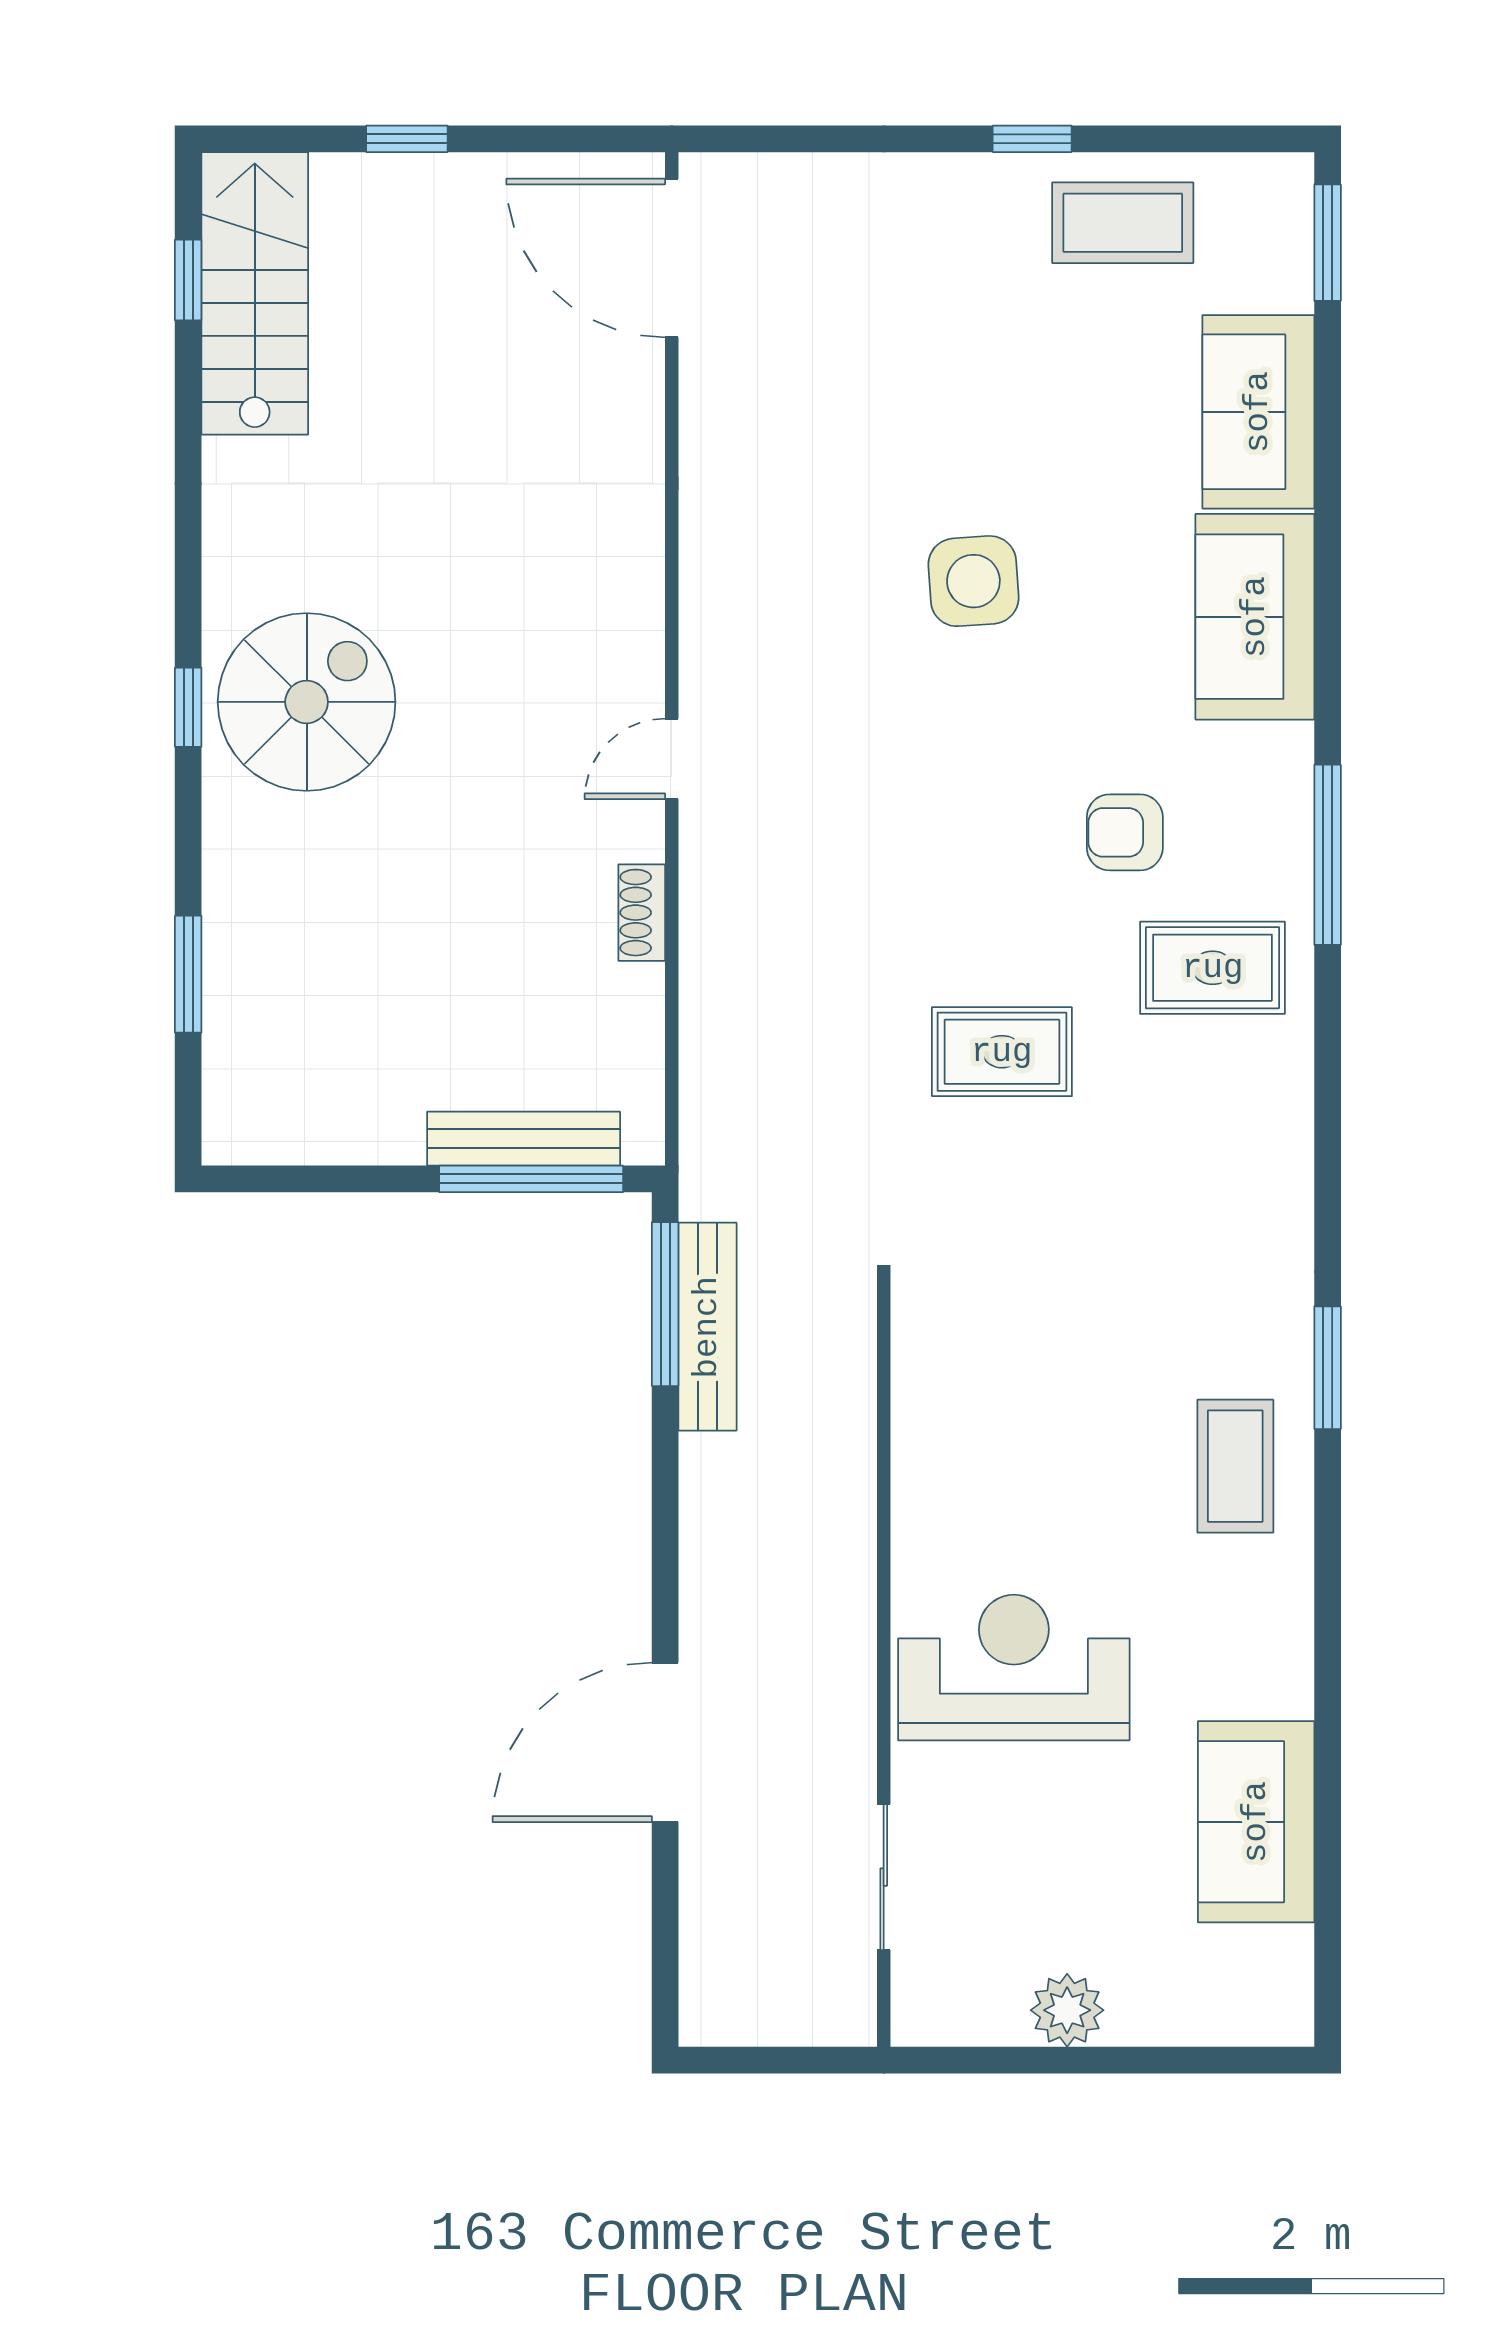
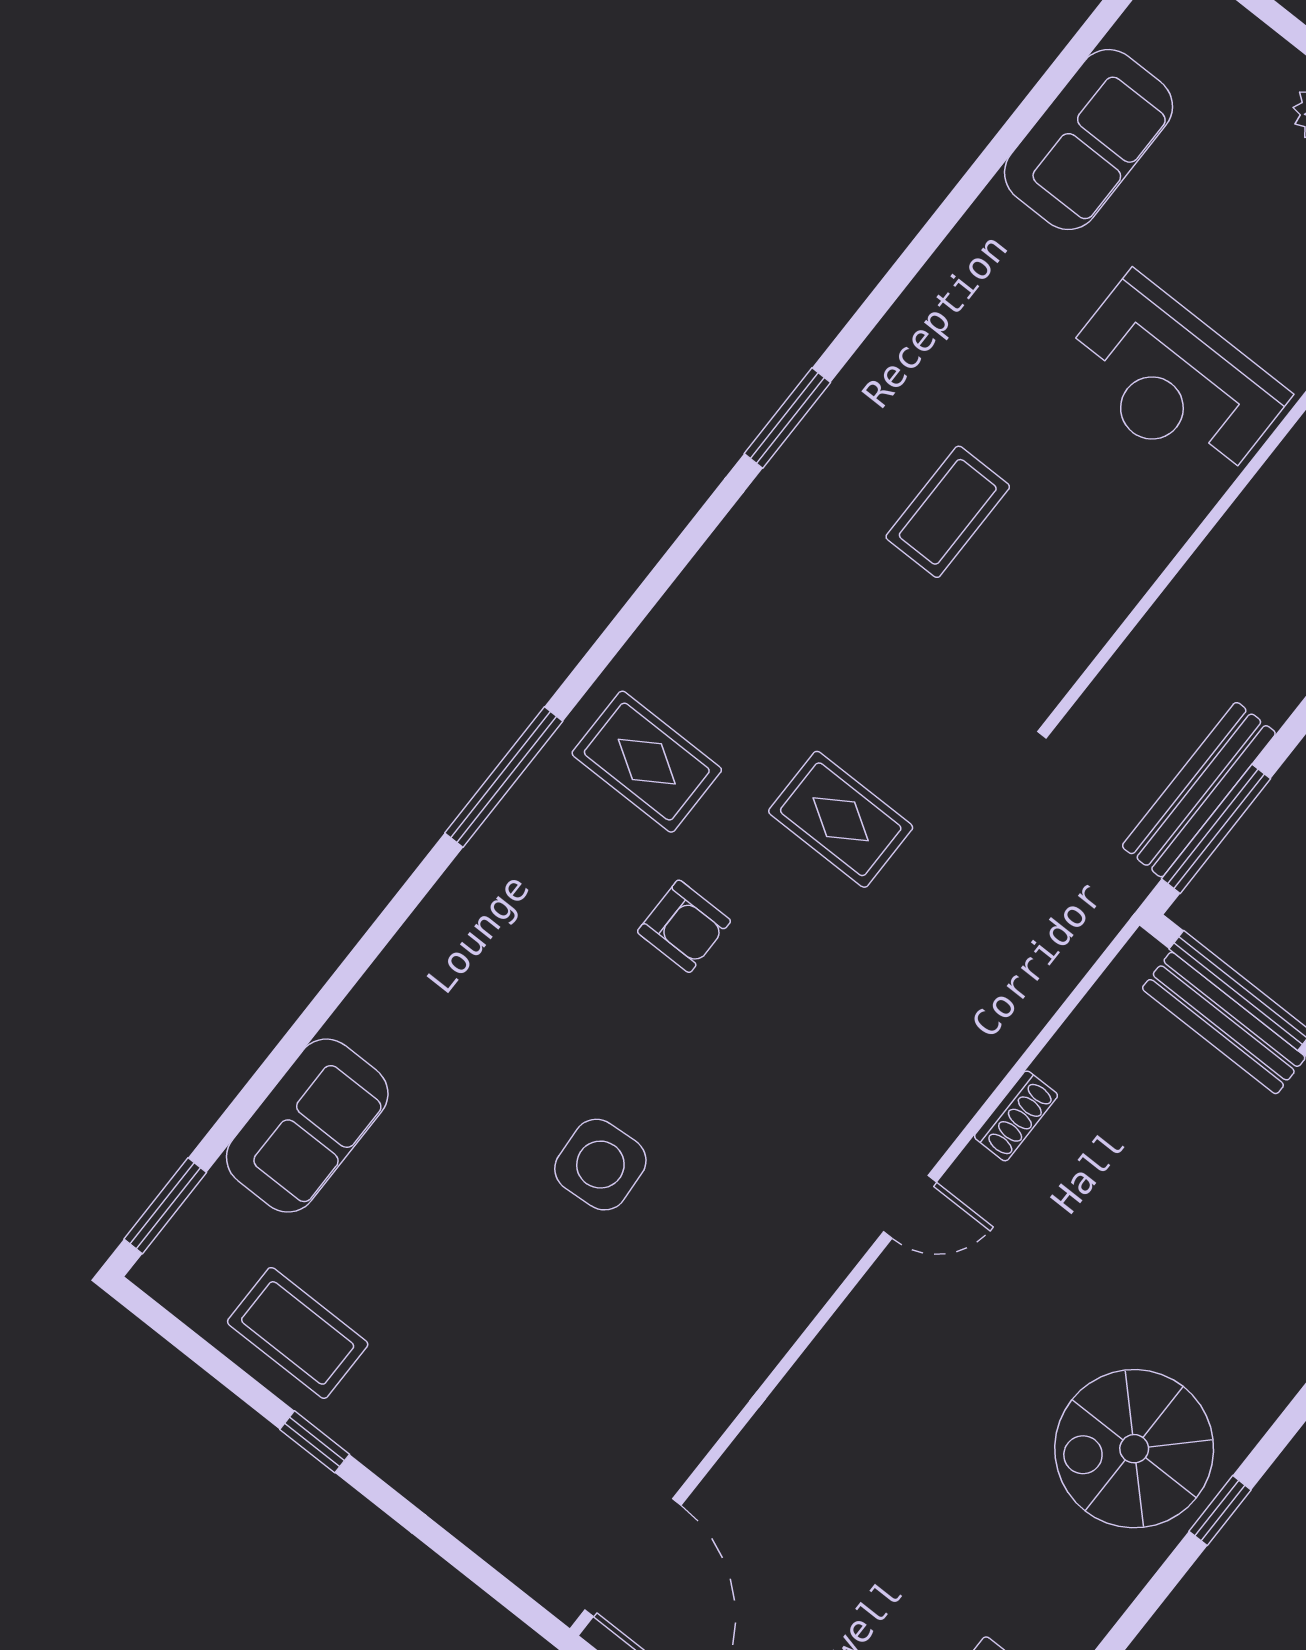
sofa: (1255, 617) -> (423, 984), removed
armchair: (1125, 832) -> (684, 926), moved
coffee table: (1235, 1466) -> (948, 512), moved

